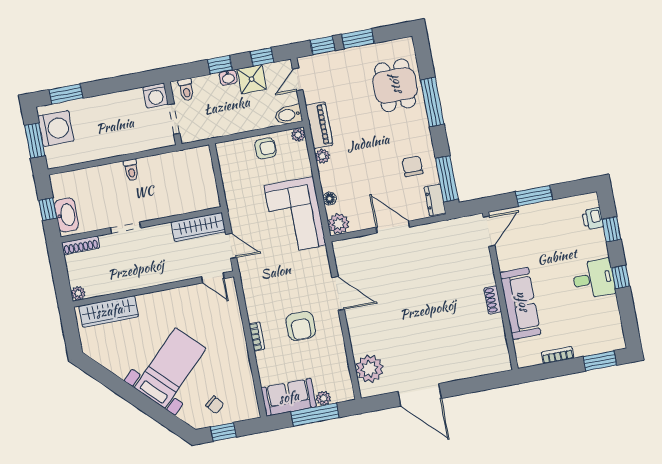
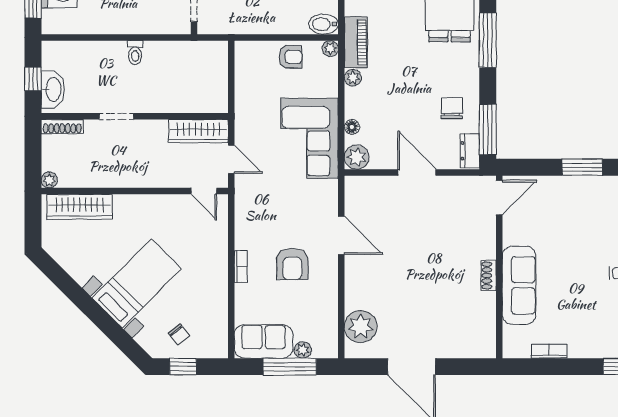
door: (489, 231) -> (499, 197), moved
wall: (500, 291) -> (499, 267), moved
shoe rack: (493, 300) -> (489, 275), moved
sofa: (520, 303) -> (519, 285), moved
bookcase: (558, 355) -> (549, 351), moved

